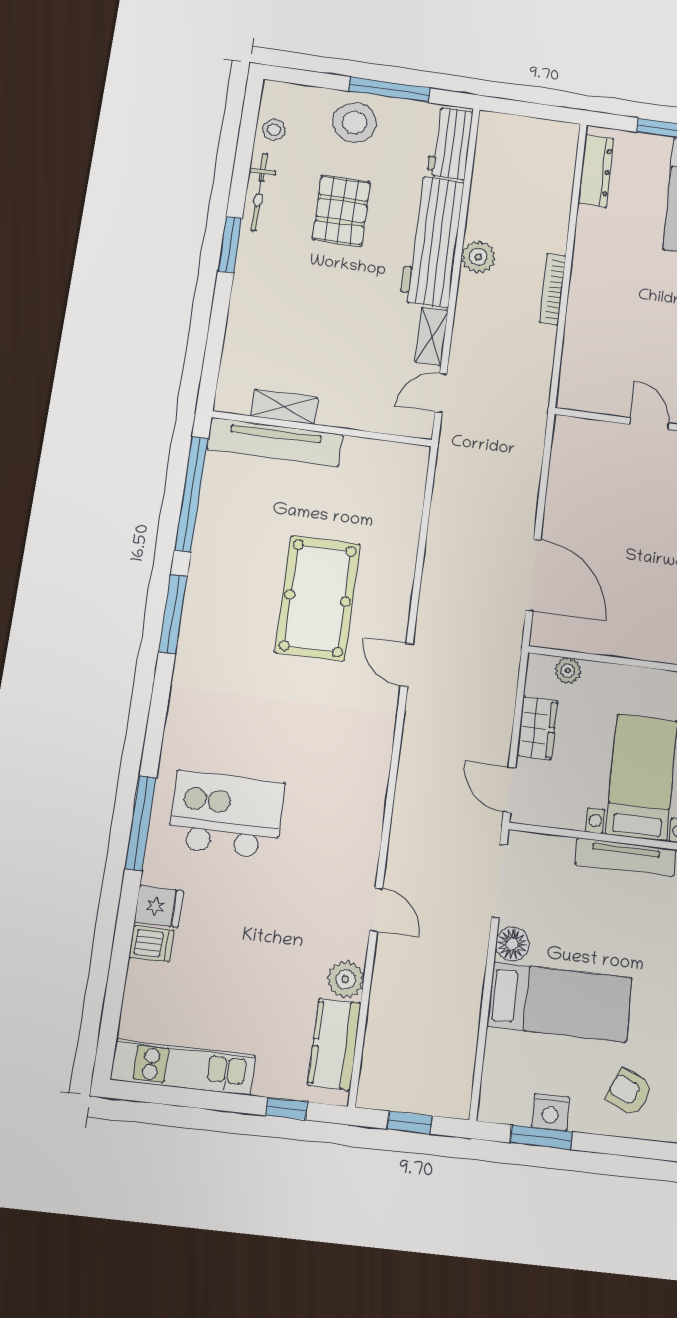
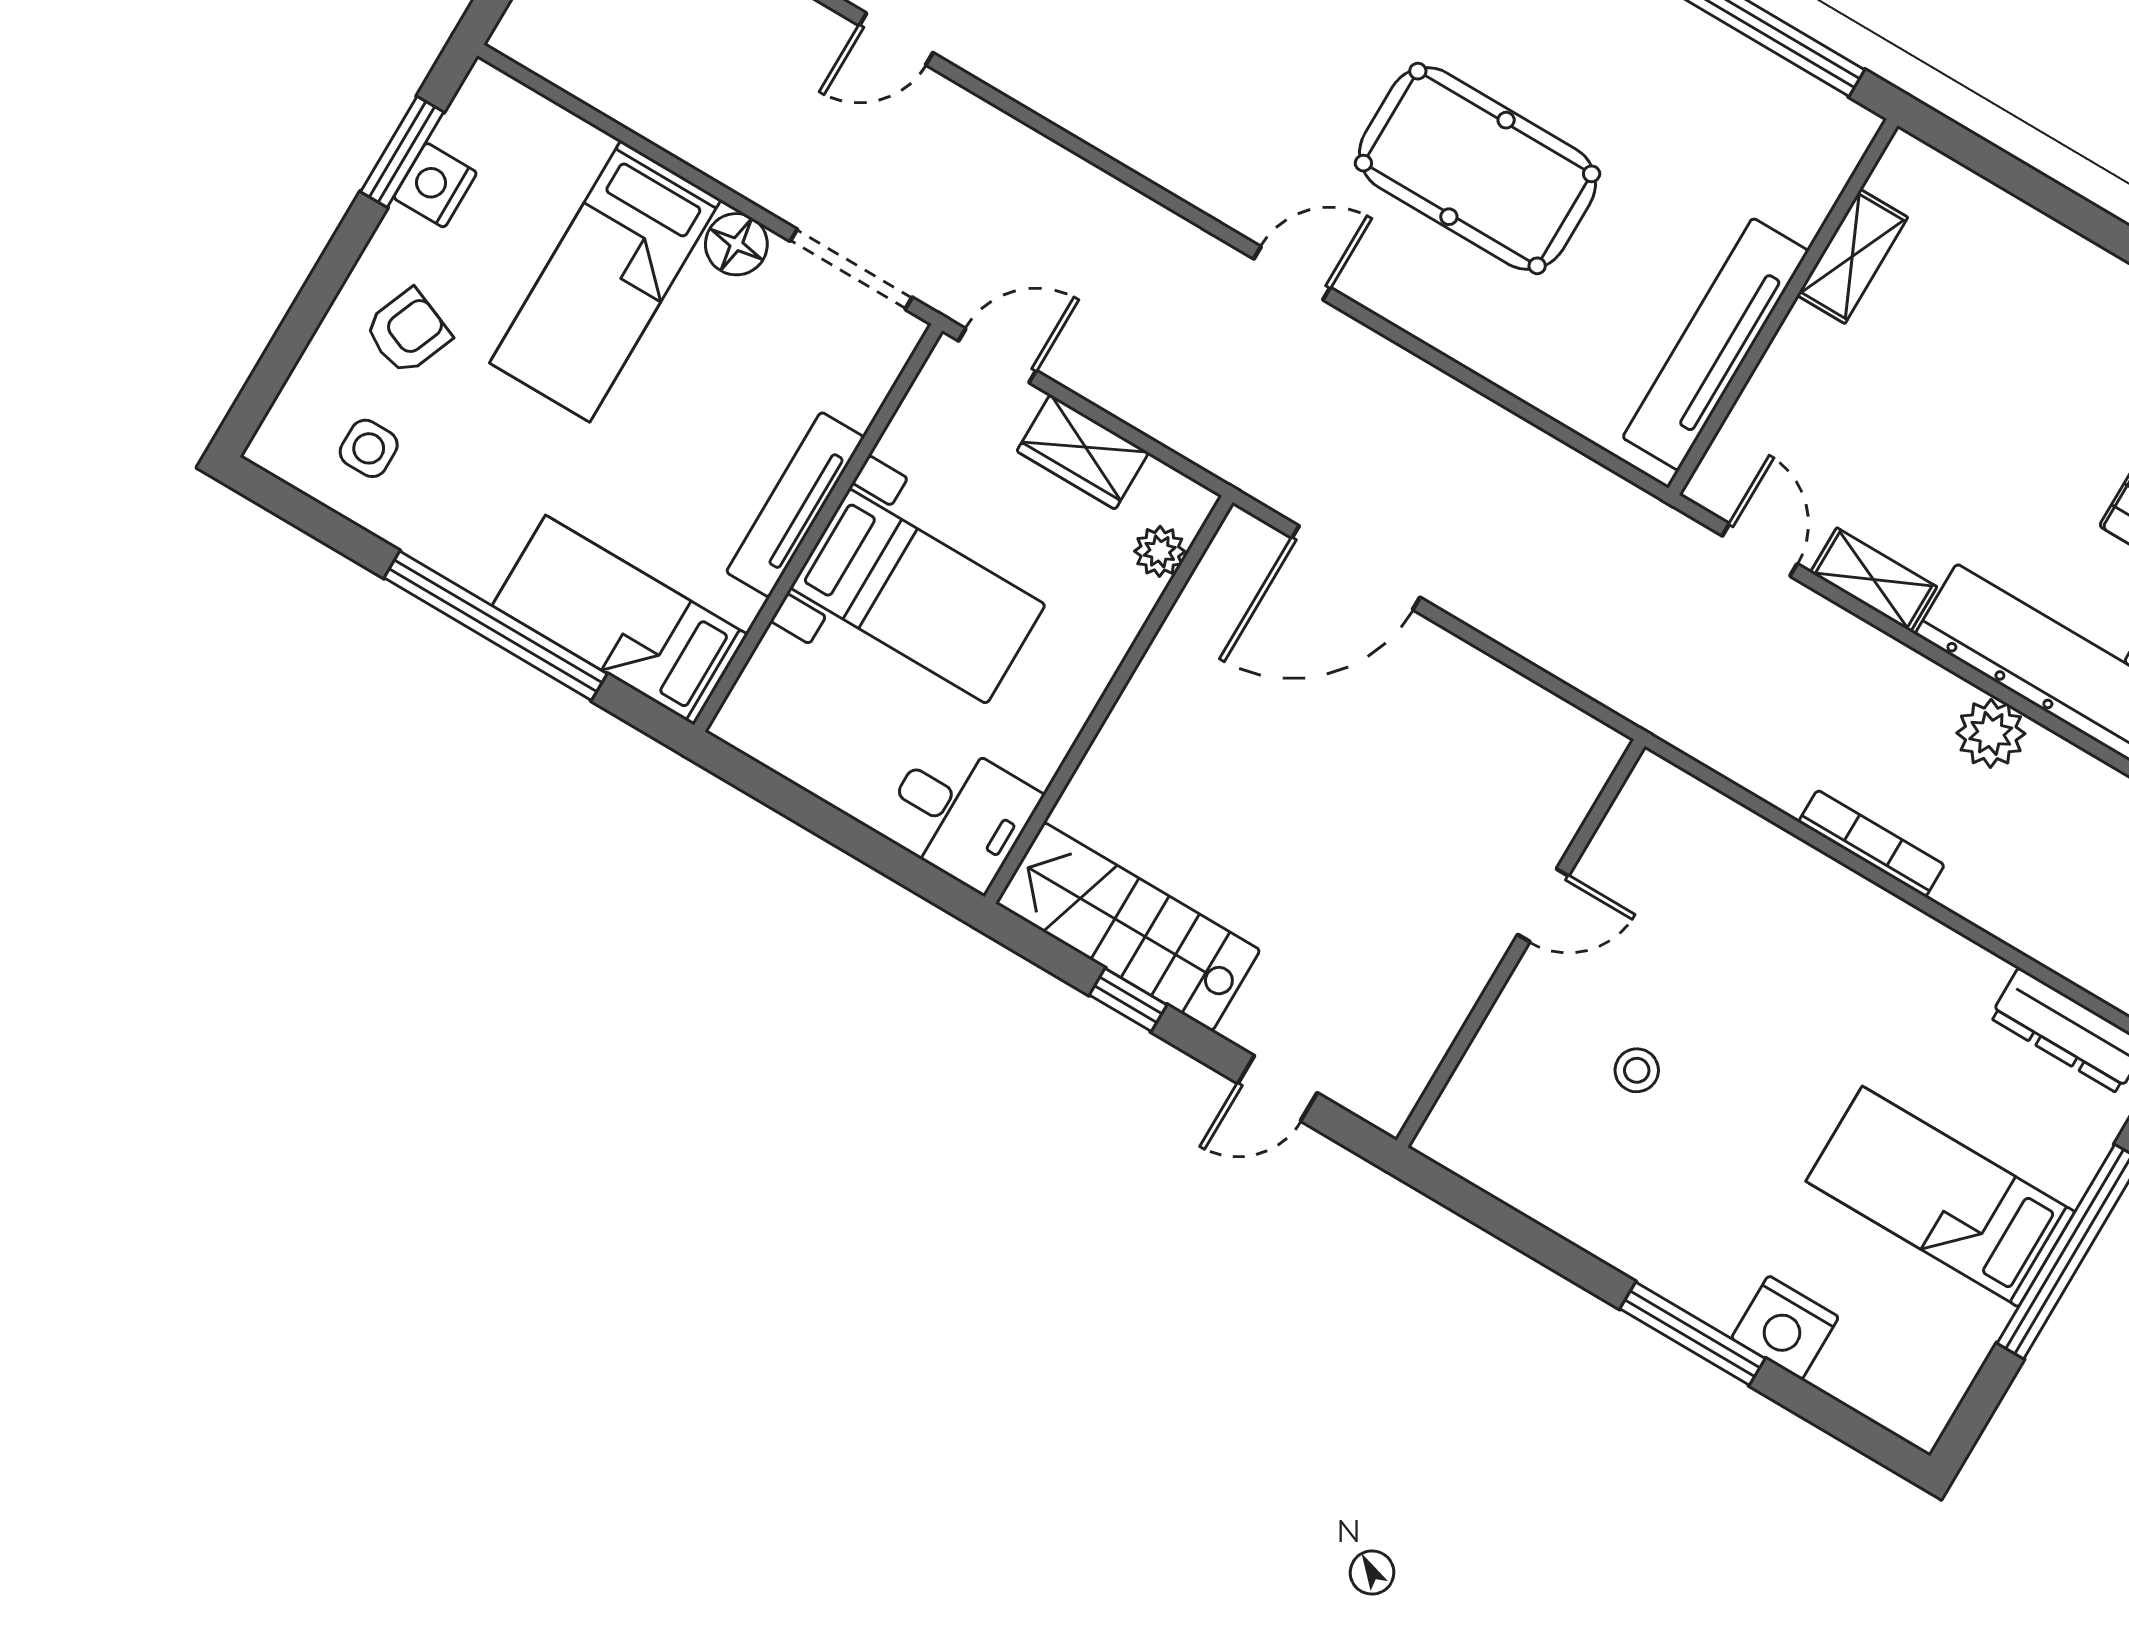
tv unit: (275, 442) -> (1716, 344), moved

